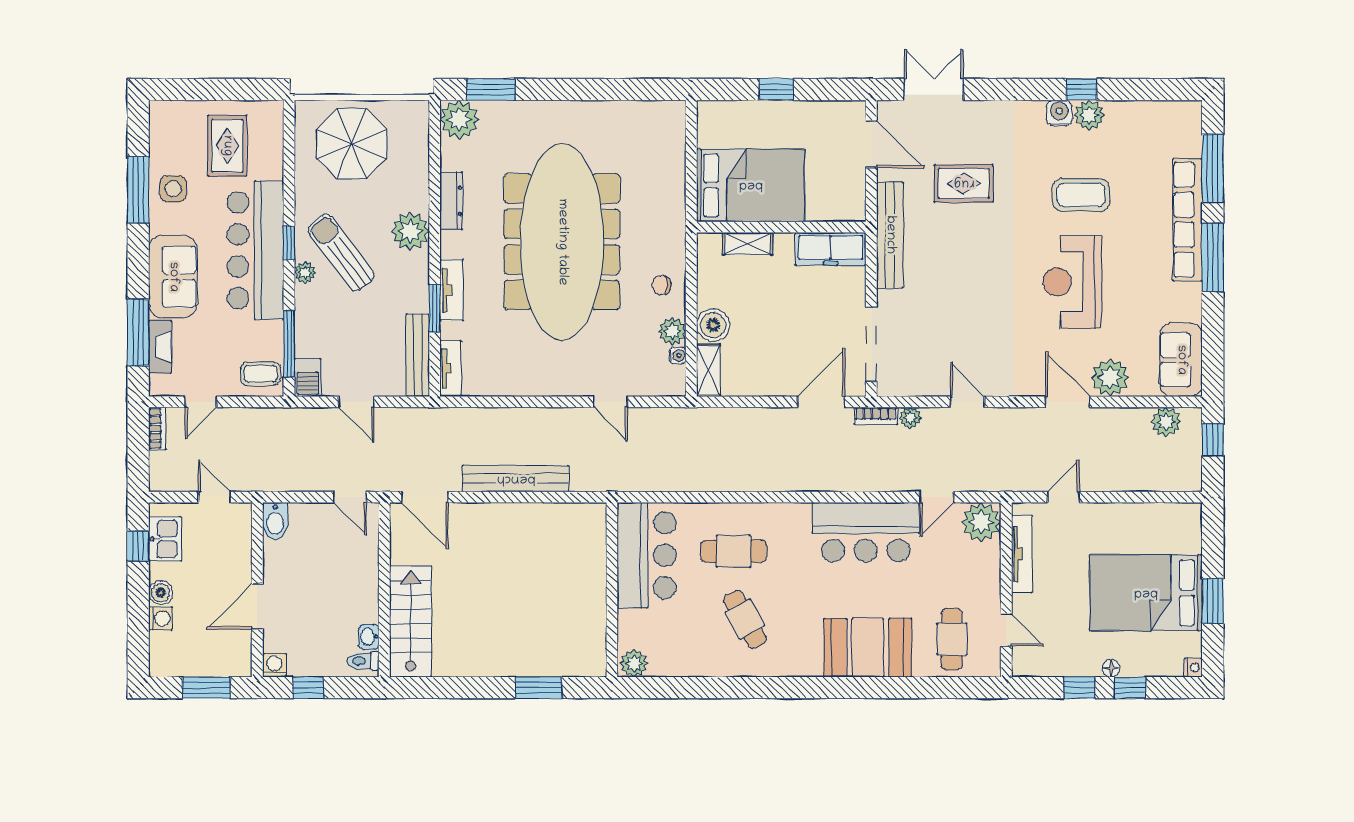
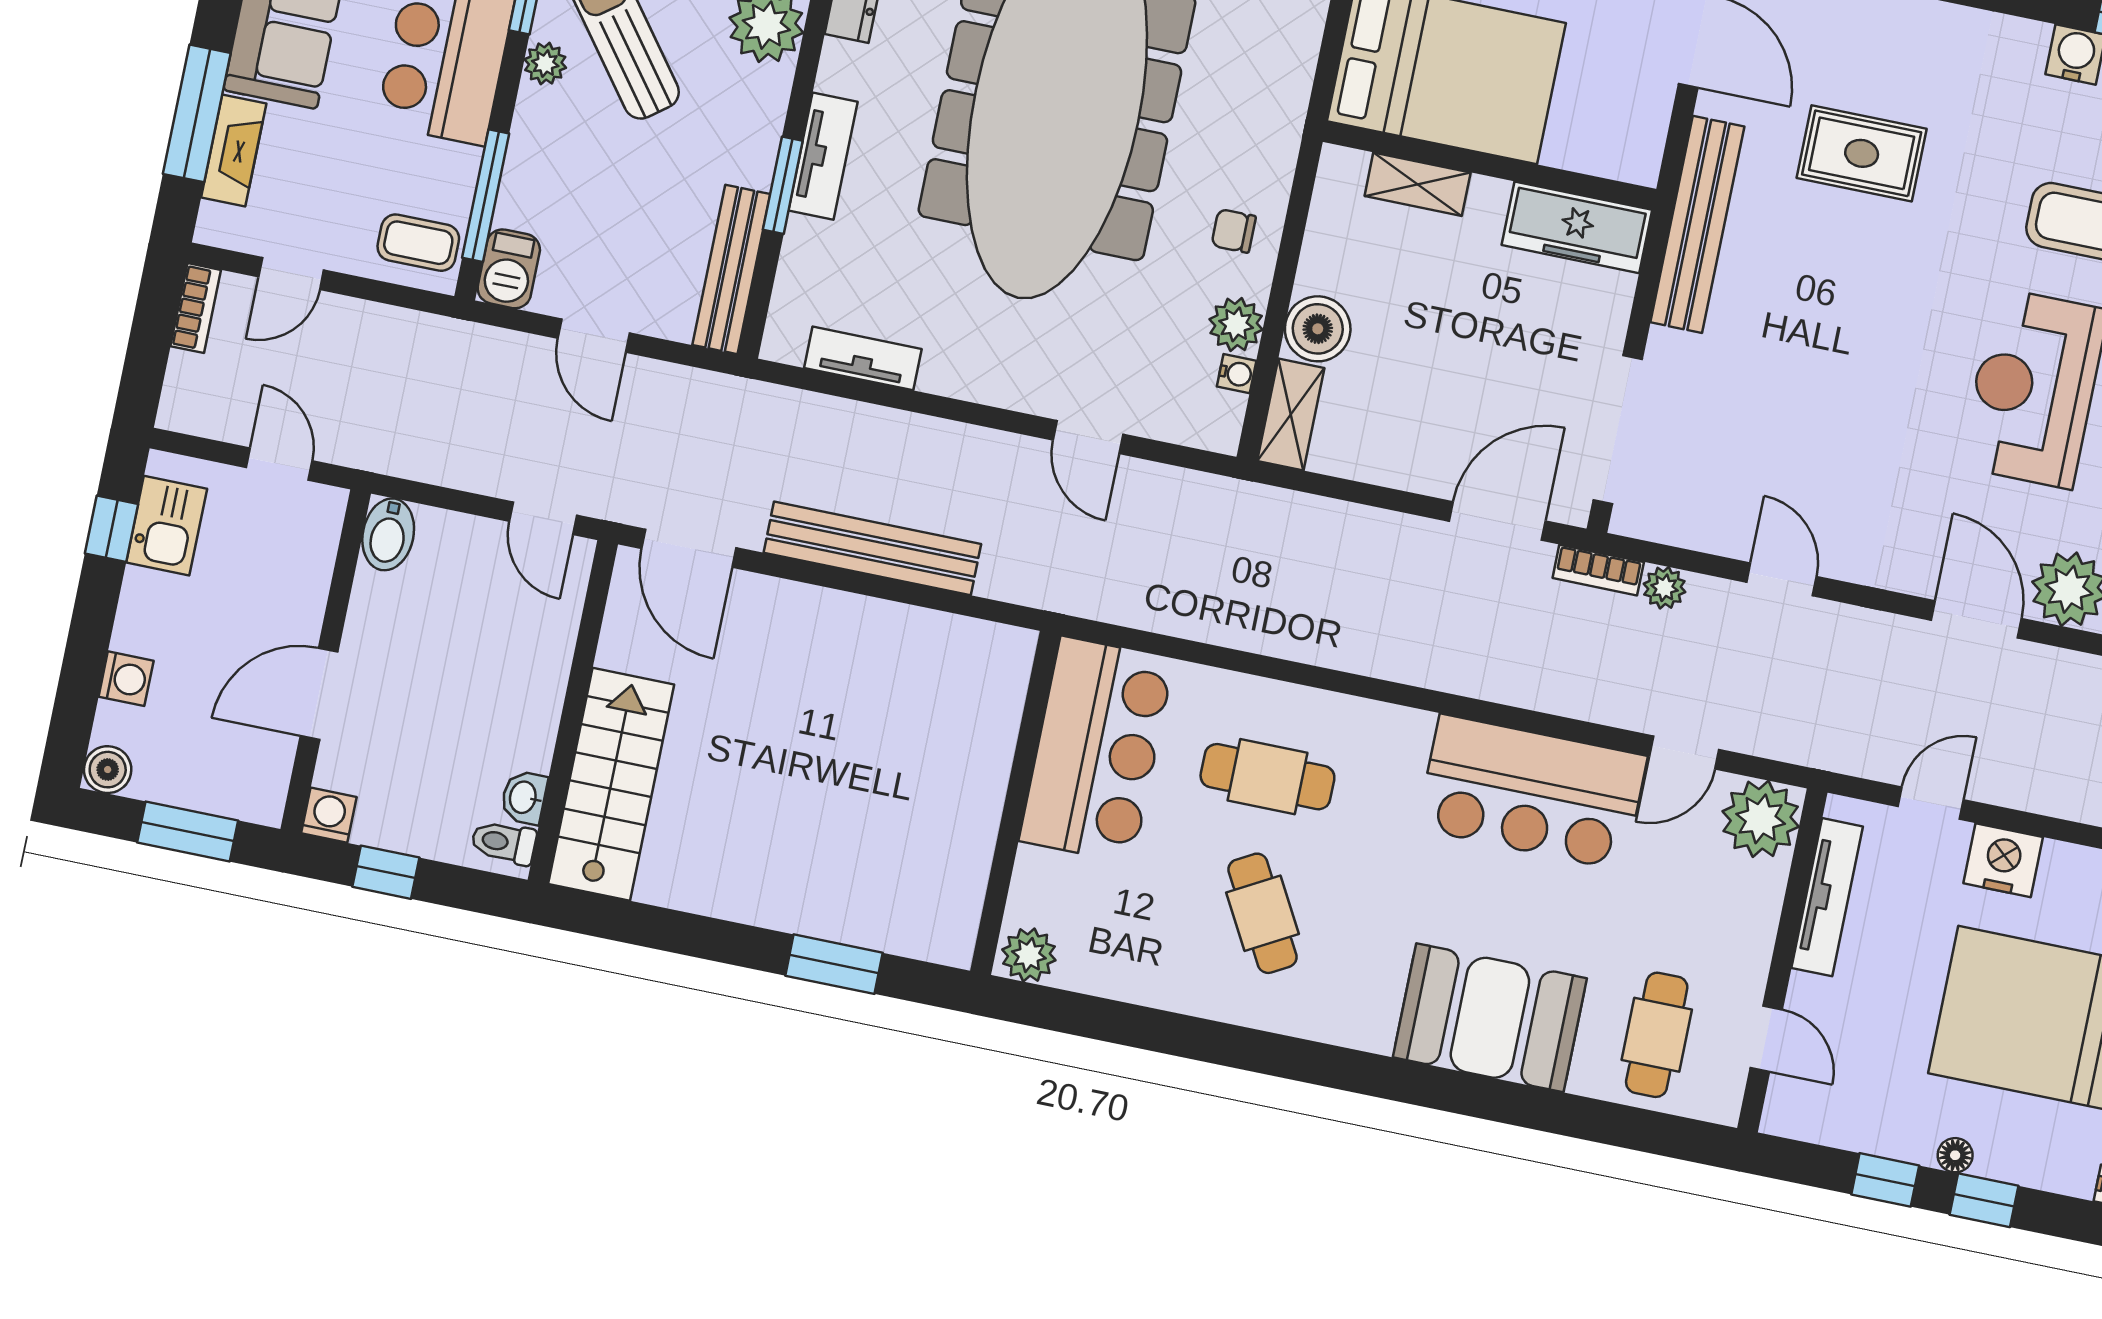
tv unit: (451, 368) -> (863, 358), moved, turned -90
nightstand: (1105, 518) -> (2003, 860), added
boiler: (161, 593) -> (108, 770), moved

